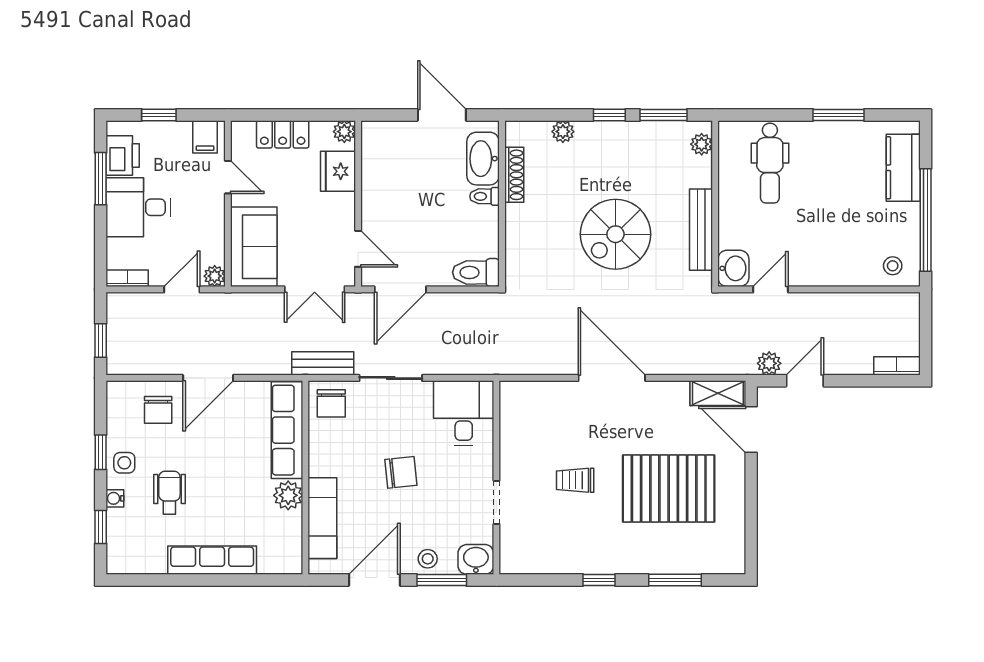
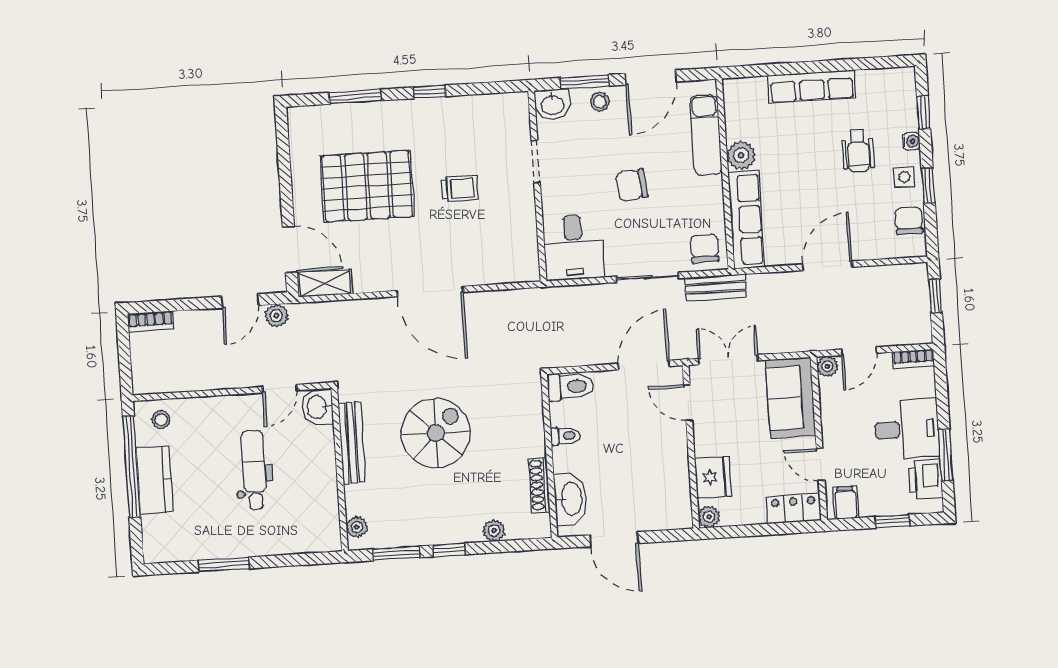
locker: (283, 134) -> (793, 508), moved
dental chair: (770, 163) -> (254, 470), moved
kitchen counter: (903, 168) -> (155, 480), moved
toilet: (485, 196) -> (565, 436), moved
chair: (158, 410) -> (909, 221), moved

